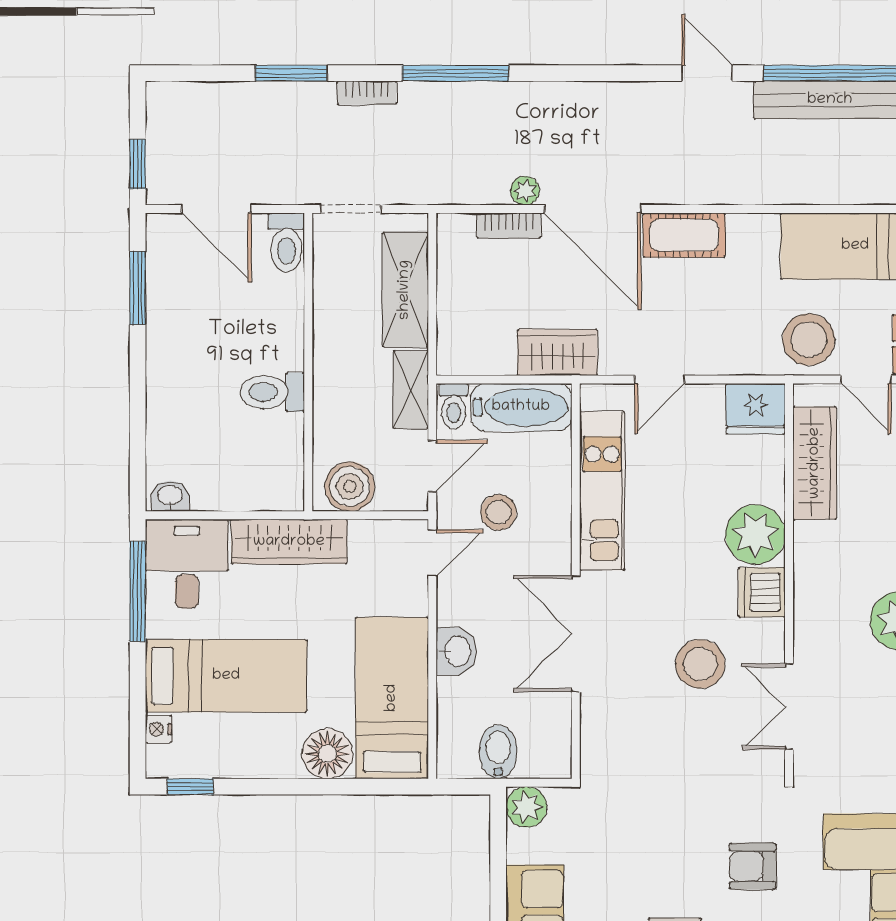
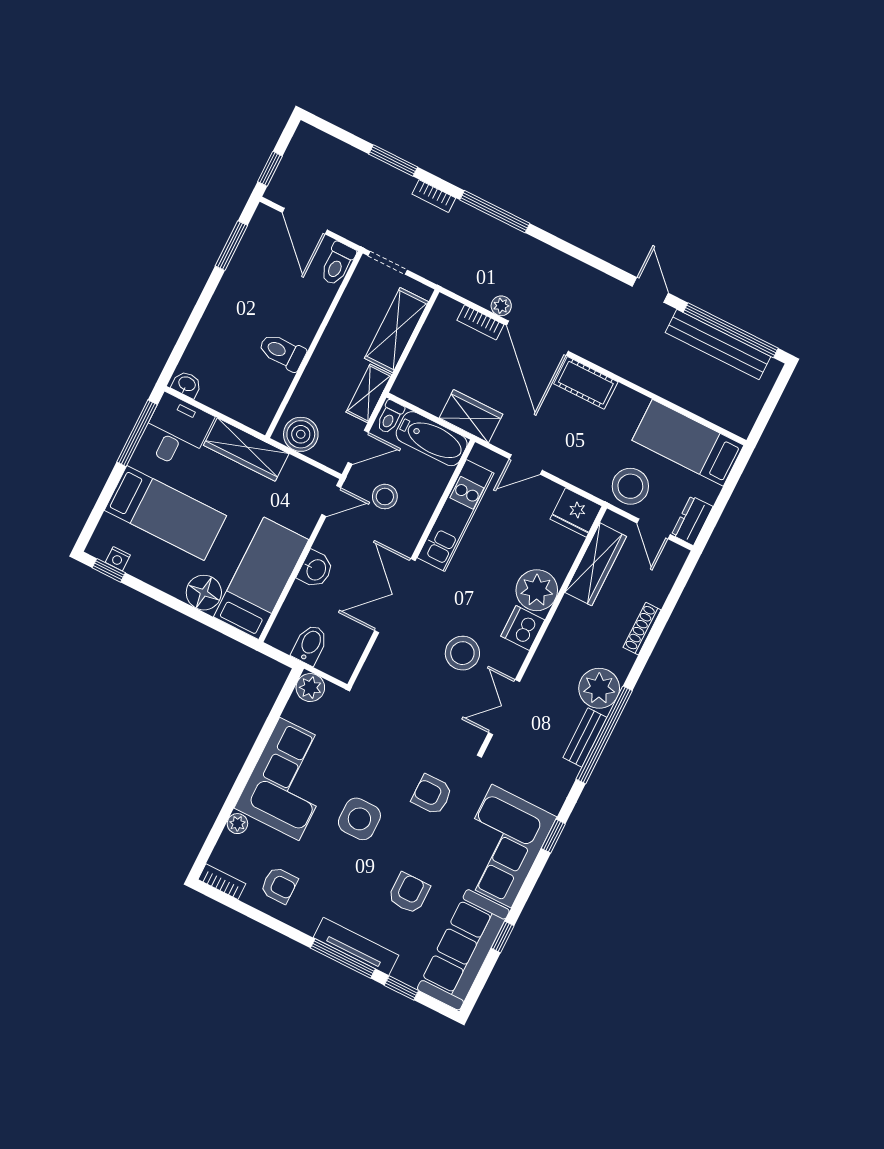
nightstand: (159, 729) -> (118, 559), moved, turned -90

